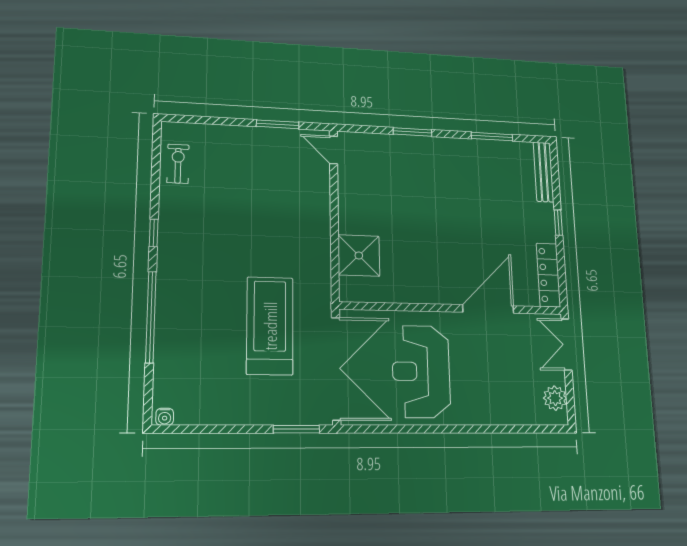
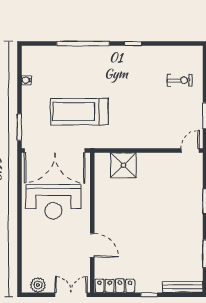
exercise bike: (178, 164) -> (180, 80), moved
door: (488, 309) -> (92, 245), width x0.73
treadmill: (270, 326) -> (79, 112), turned 180
reception desk: (421, 371) -> (53, 202), turned 180
water cooler: (165, 417) -> (26, 80), moved

